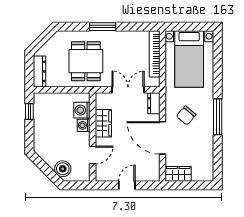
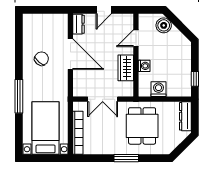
dresser: (154, 103) -> (79, 24), moved
washing machine: (82, 110) -> (159, 89), moved, turned -90
chair: (186, 115) -> (41, 59), moved
window: (218, 117) -> (19, 96), moved
wardrobe: (178, 174) -> (56, 21), removed

